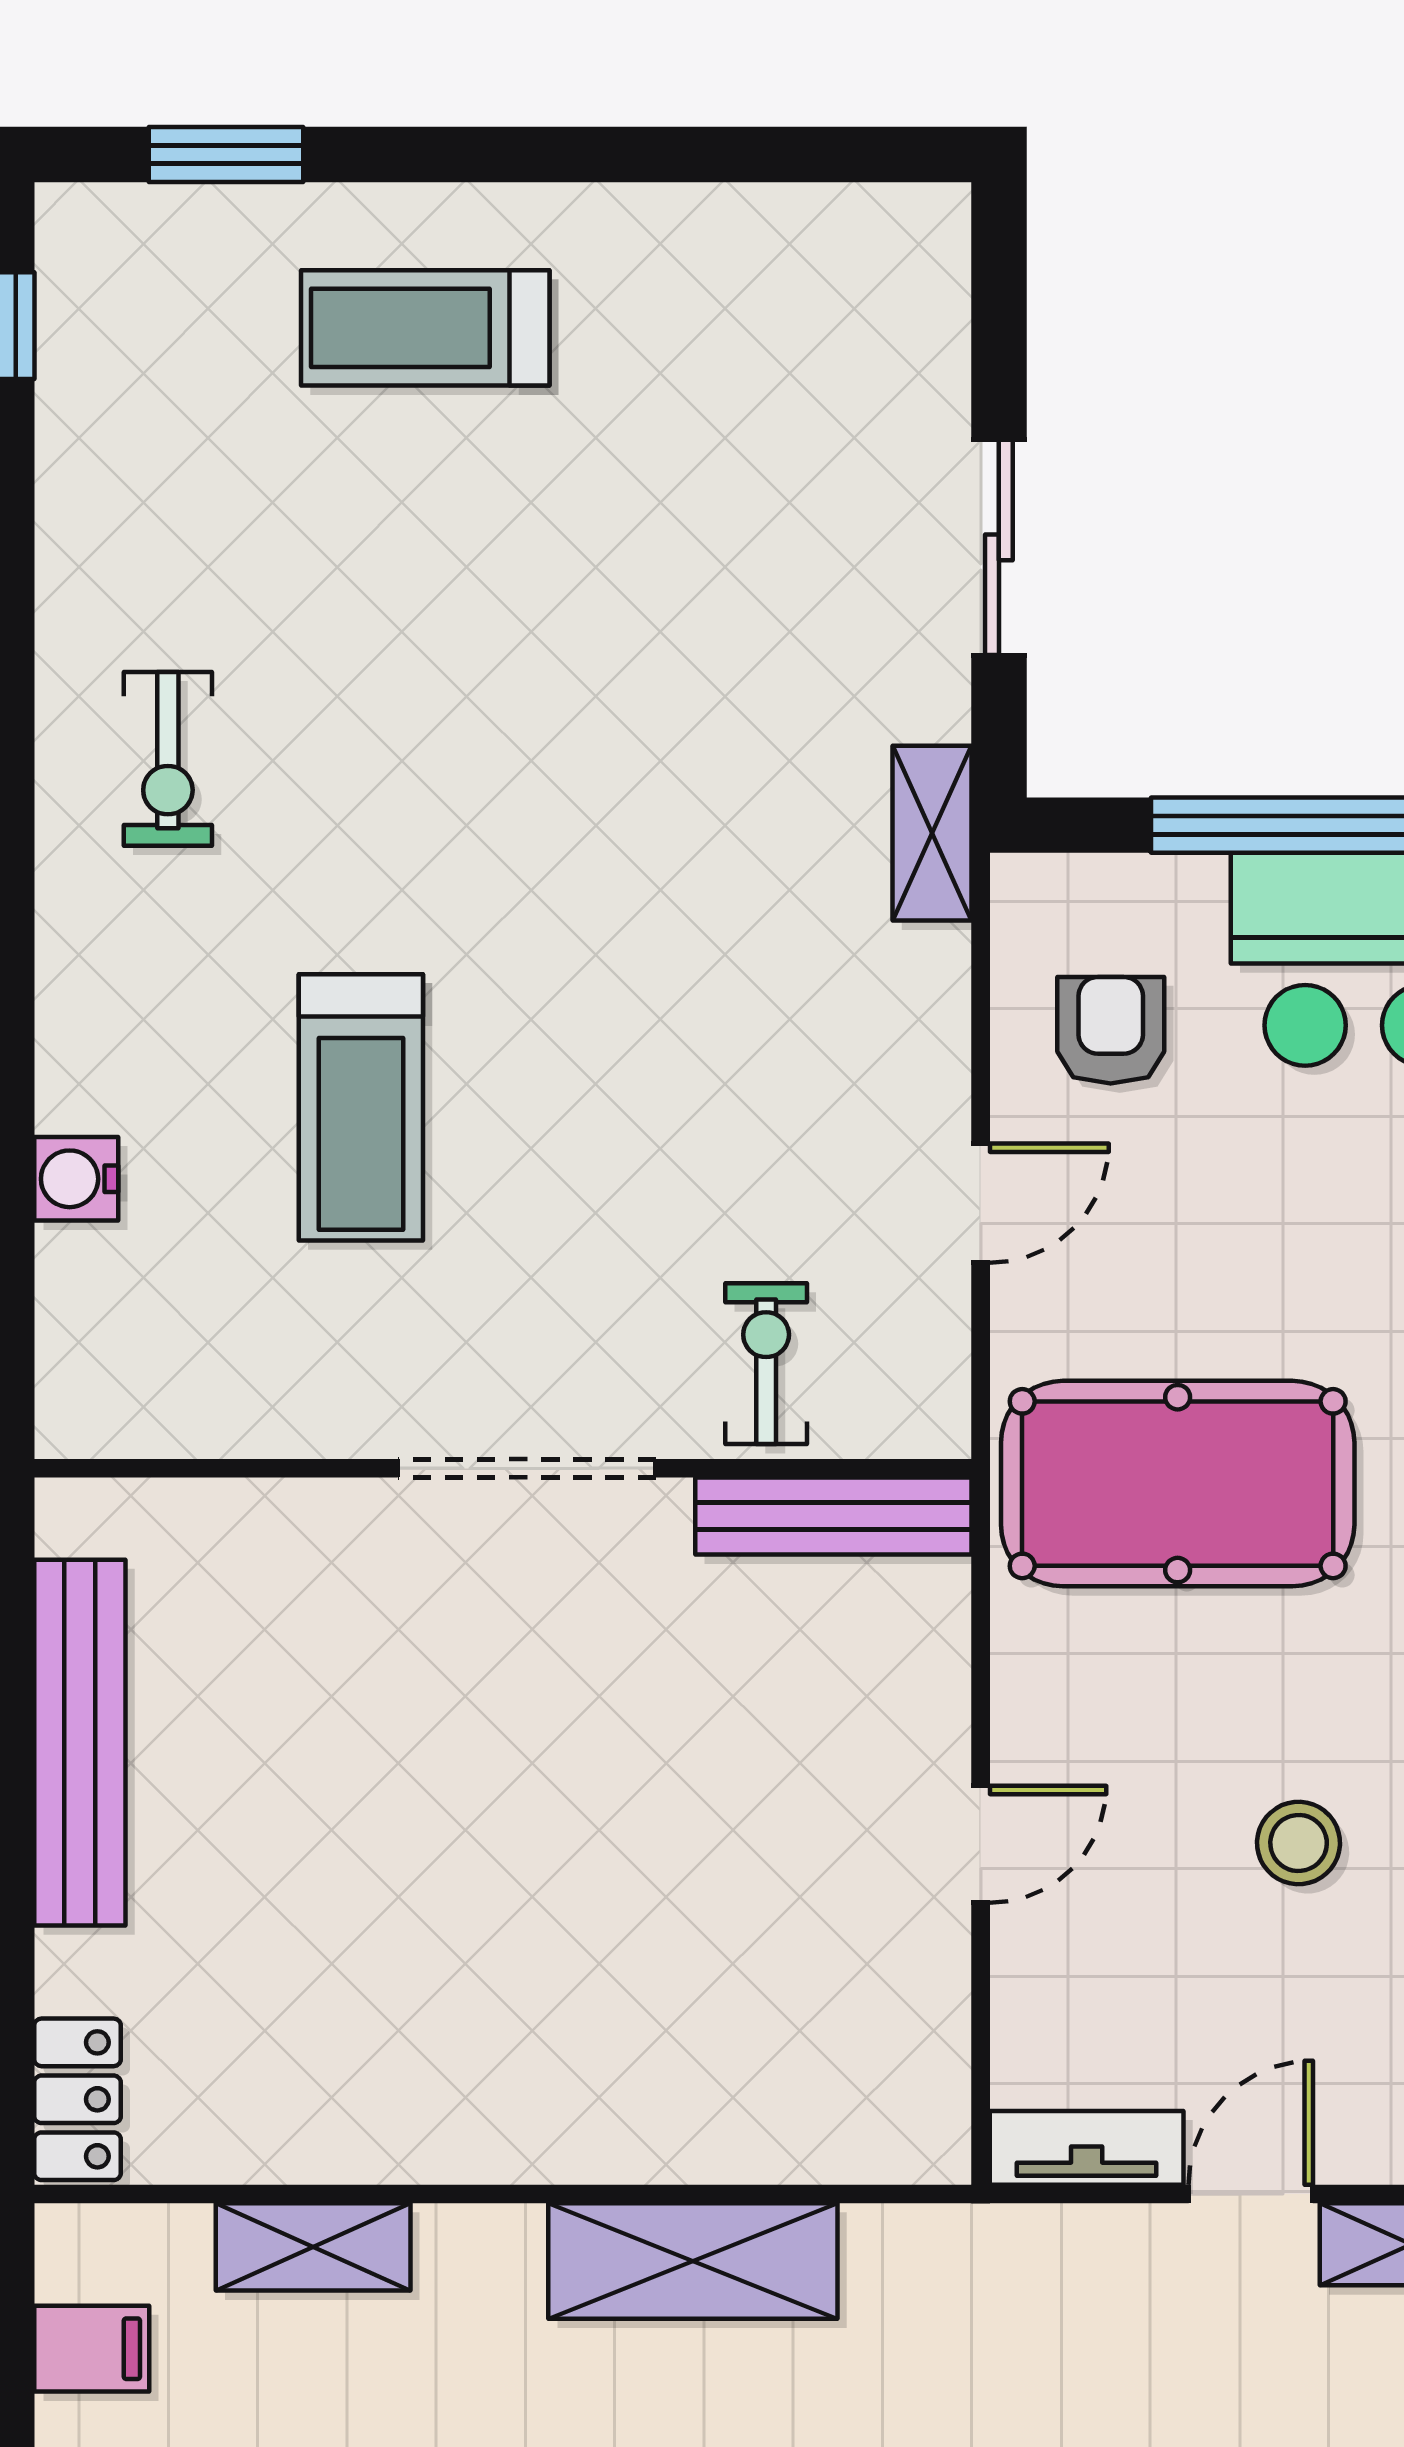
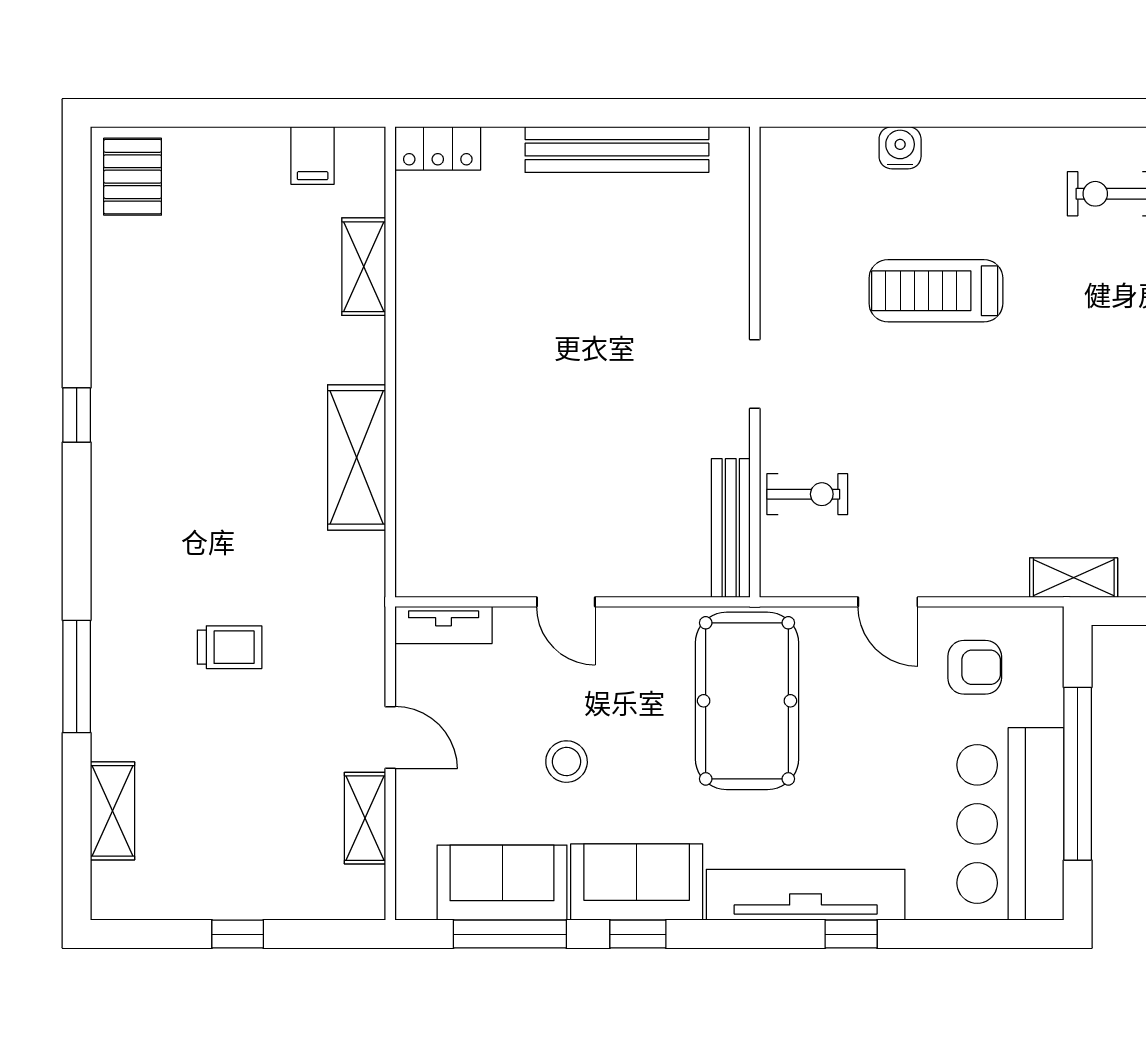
doorway: (527, 1468) -> (755, 374), width x0.53
tv unit: (1087, 2148) -> (444, 625), moved, turned 90

